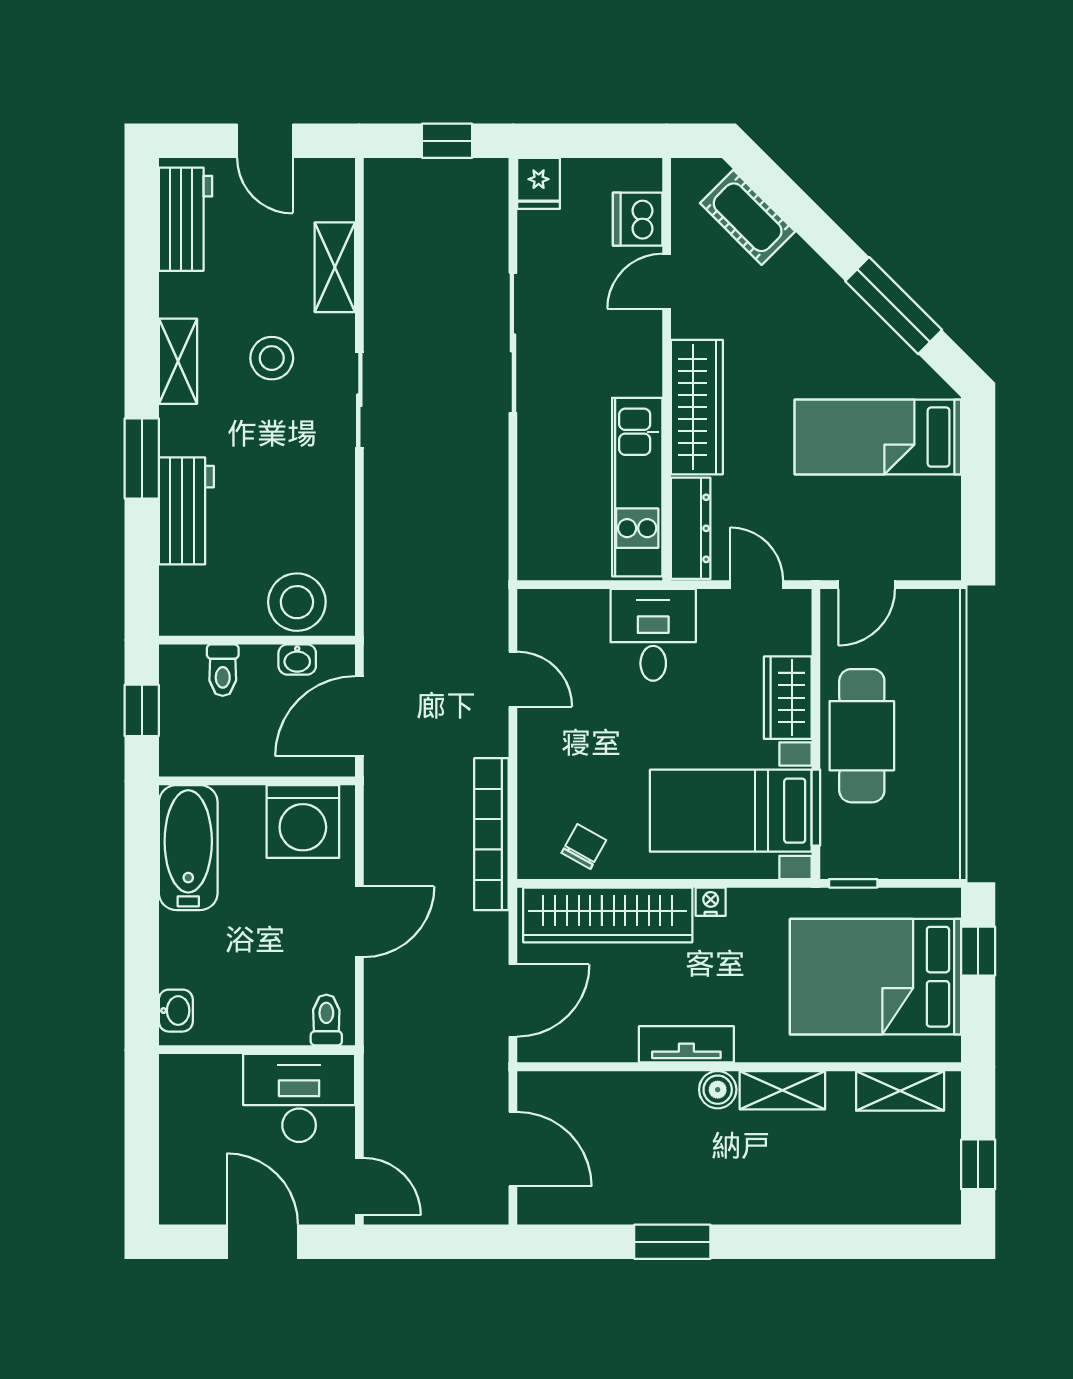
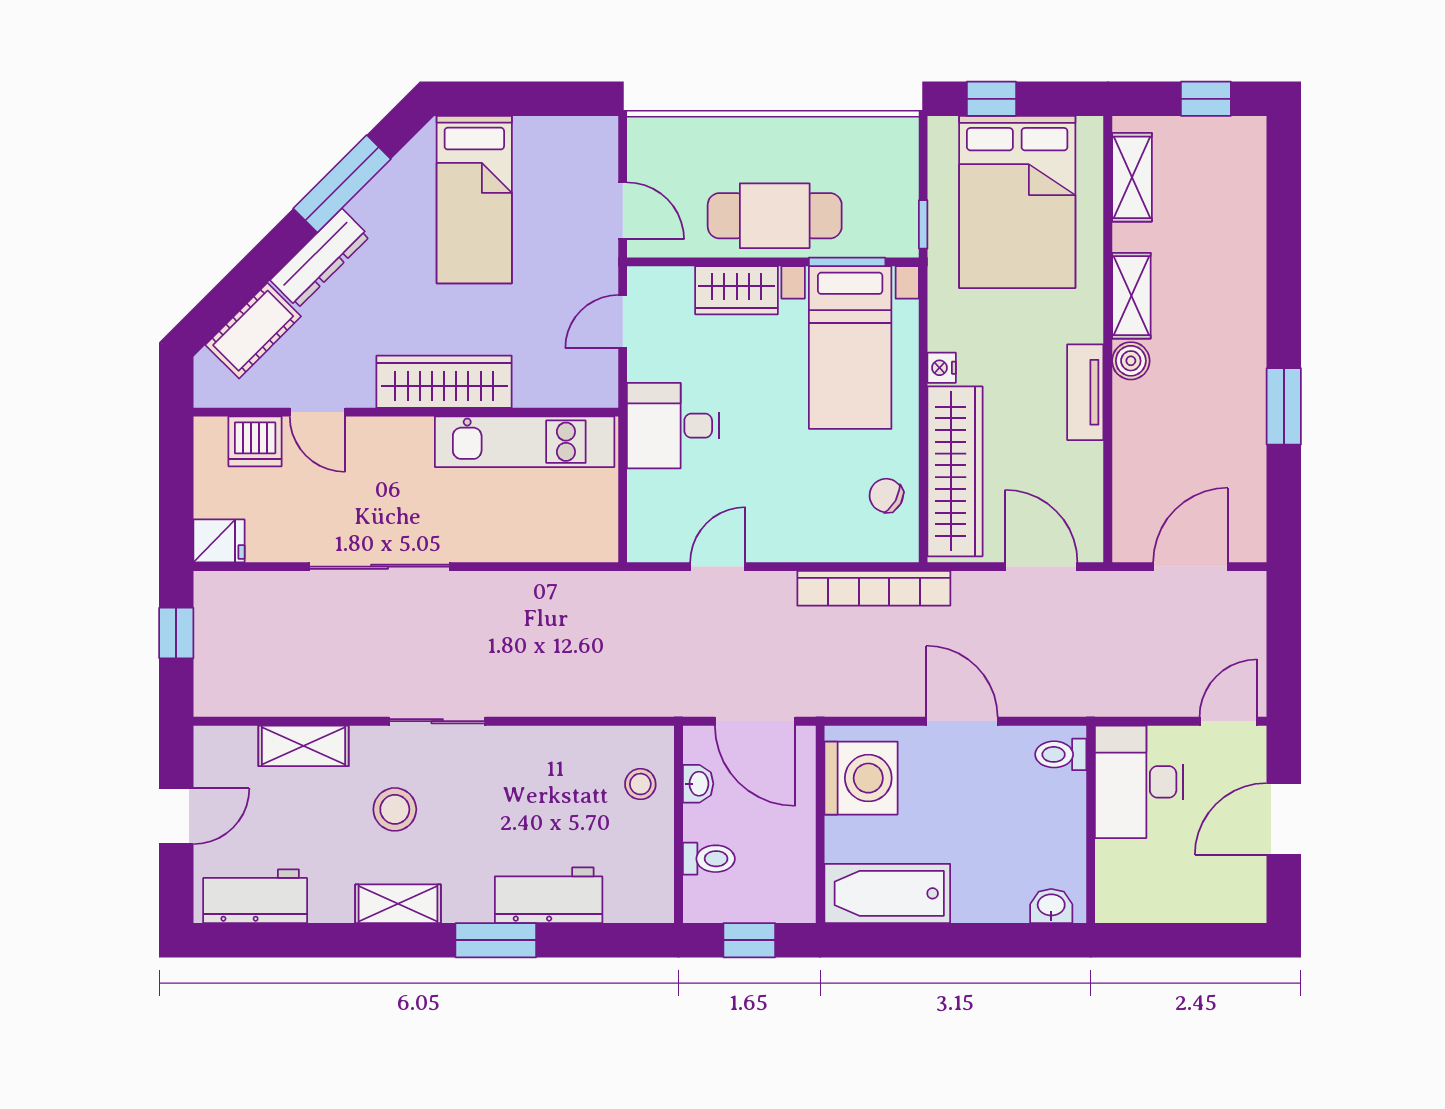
dresser: (691, 528) -> (320, 258), moved, turned 135
stool: (297, 602) -> (640, 784), width x0.53, depth x0.53

